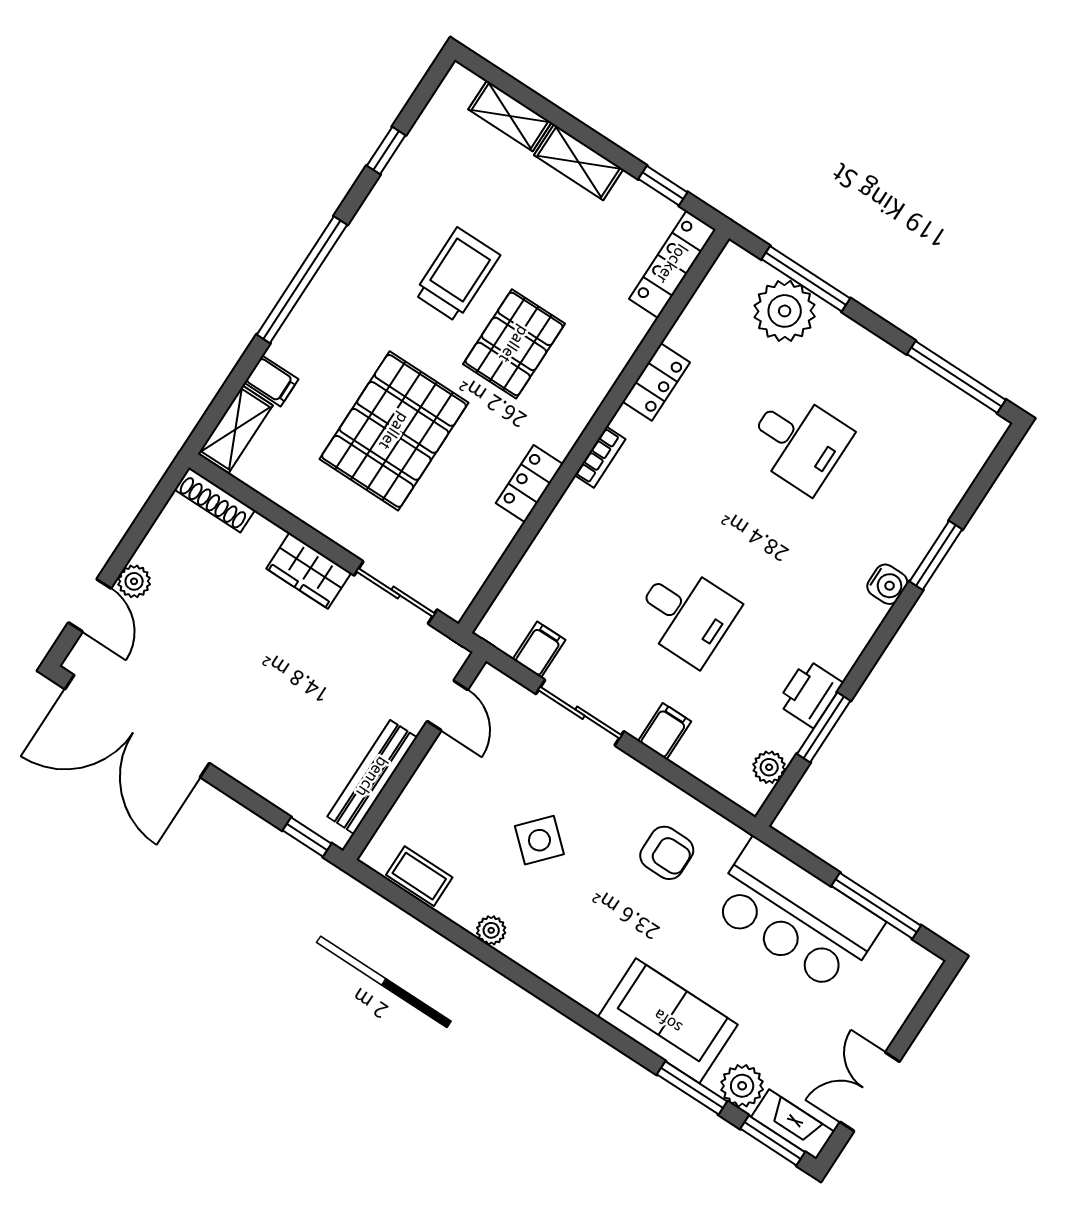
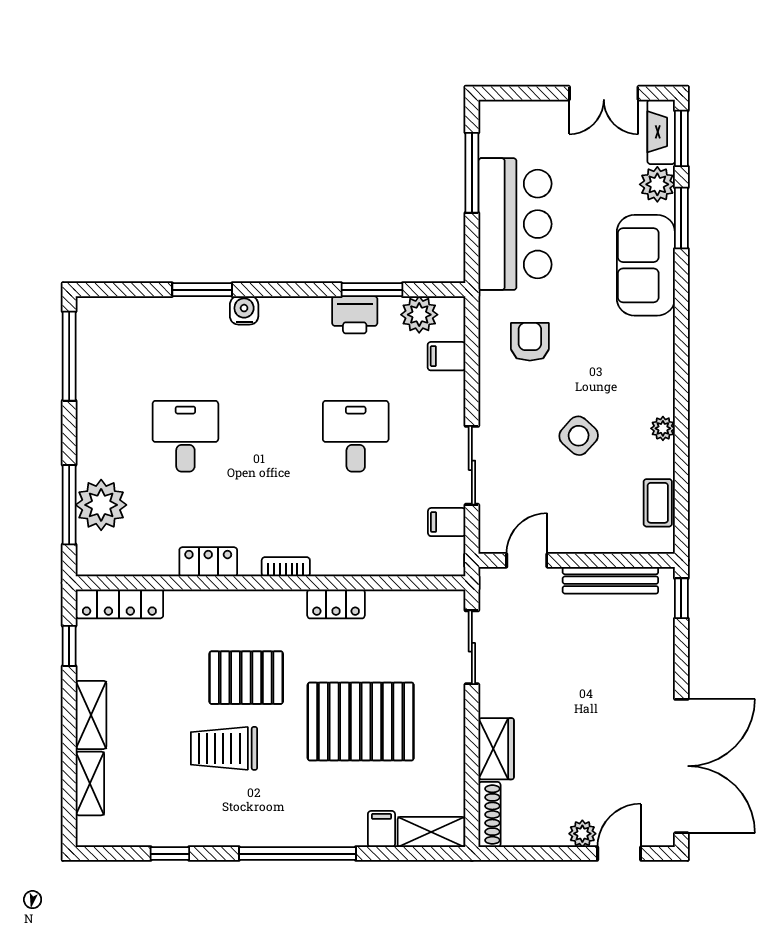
wardrobe: (309, 571) -> (496, 749), moved
filing cabinet: (665, 731) -> (447, 356), moved
plant: (769, 767) -> (419, 315), width x1.38, depth x1.38

